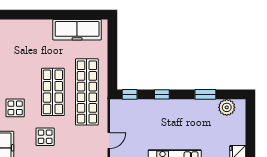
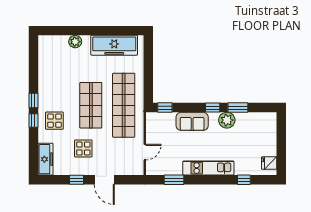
plant: (37, 26) -> (75, 42), added
window: (162, 94) -> (213, 108), moved
plant: (227, 107) -> (227, 120), moved
sofa: (158, 109) -> (192, 121), added

